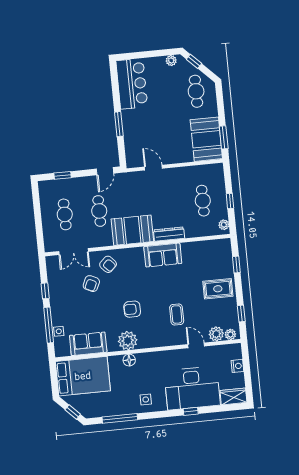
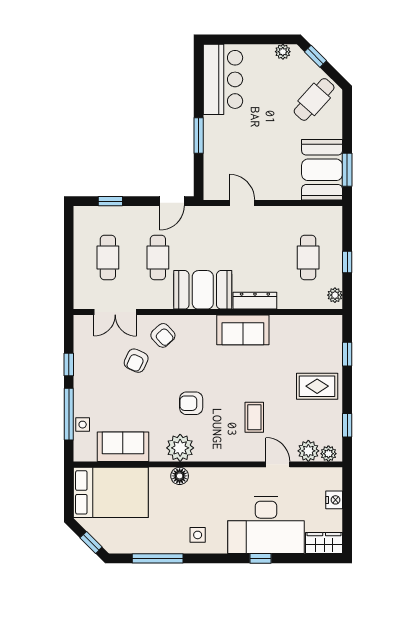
cafe table: (196, 91) -> (314, 99), turned 42

